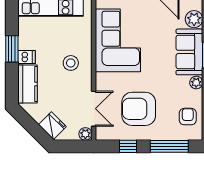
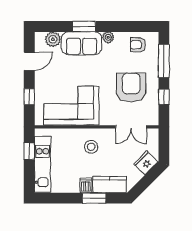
window: (12, 49) -> (94, 198), moved
double door: (94, 109) -> (131, 127), swing flipped
armchair: (139, 109) -> (131, 88), turned 180
plant: (85, 134) -> (153, 134), removed

